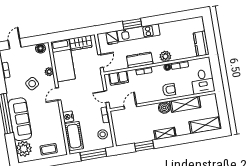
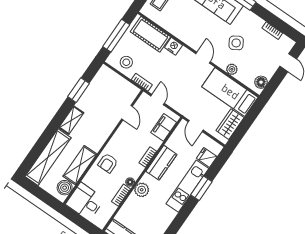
door: (106, 97) -> (158, 100), hinge flipped
boiler: (164, 108) -> (65, 188), moved
shelving: (205, 125) -> (48, 157), width x1.47

